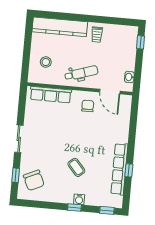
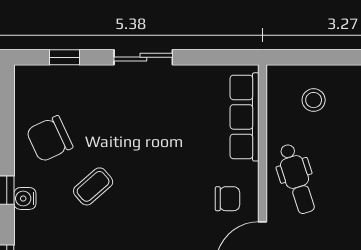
chair: (34, 180) -> (49, 139), moved

